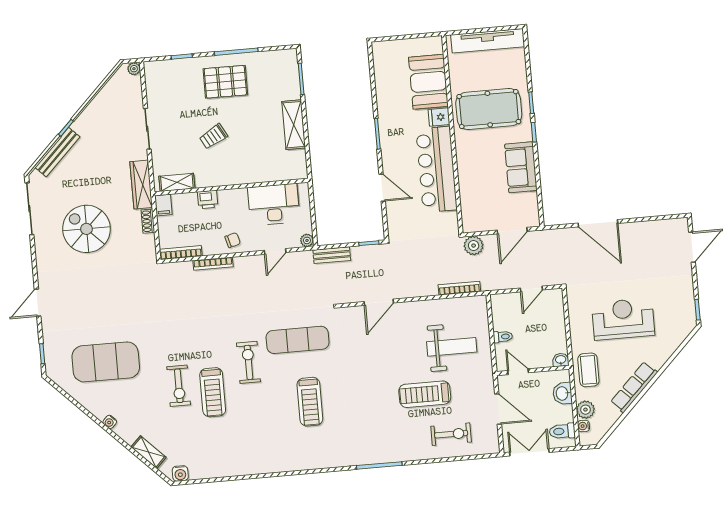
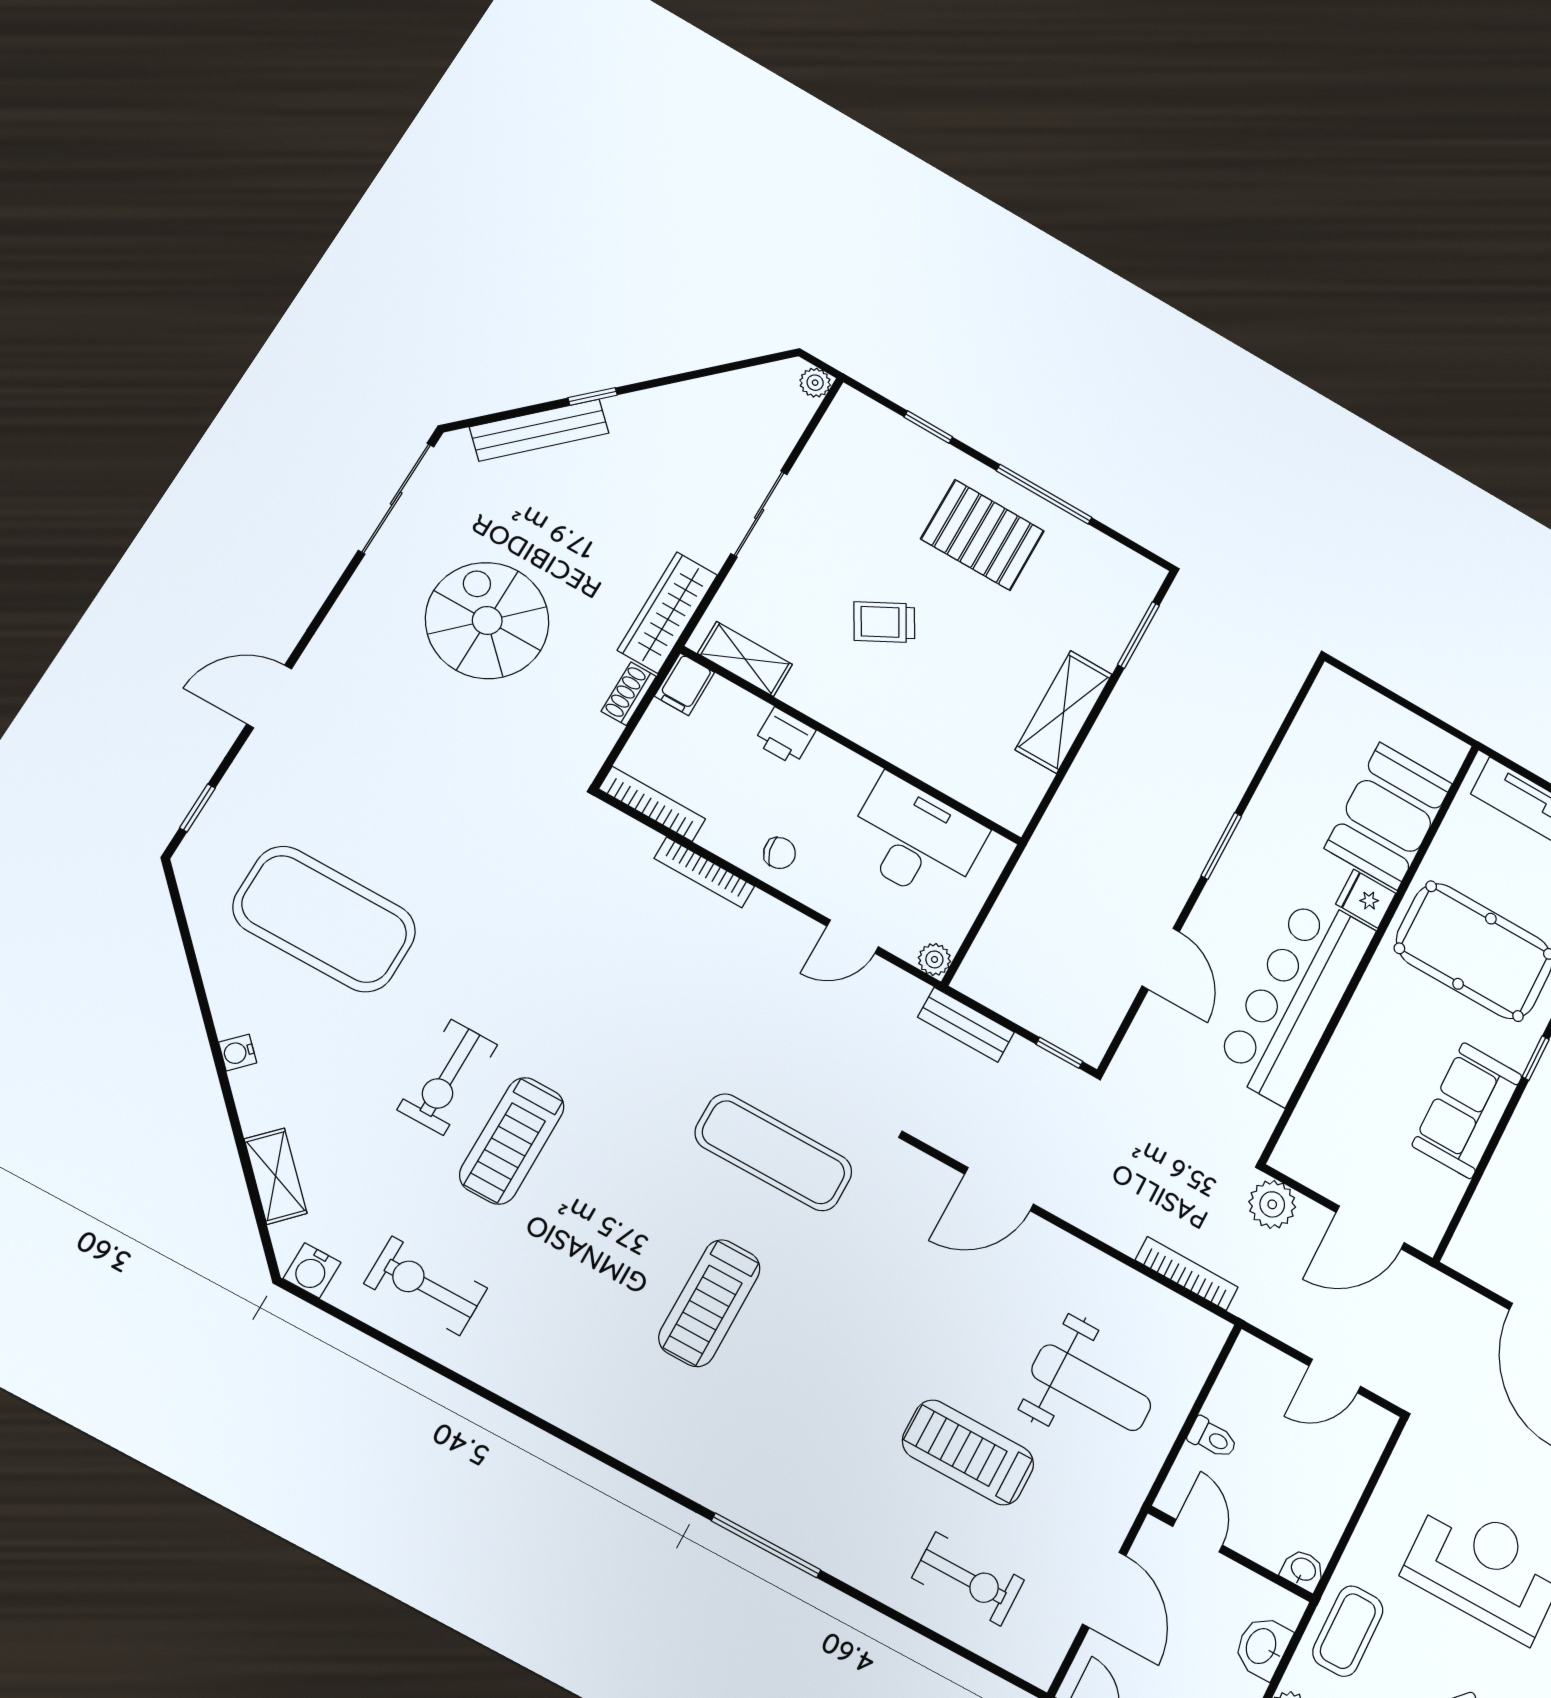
exercise bike: (249, 362) -> (426, 1286), moved, turned -90

